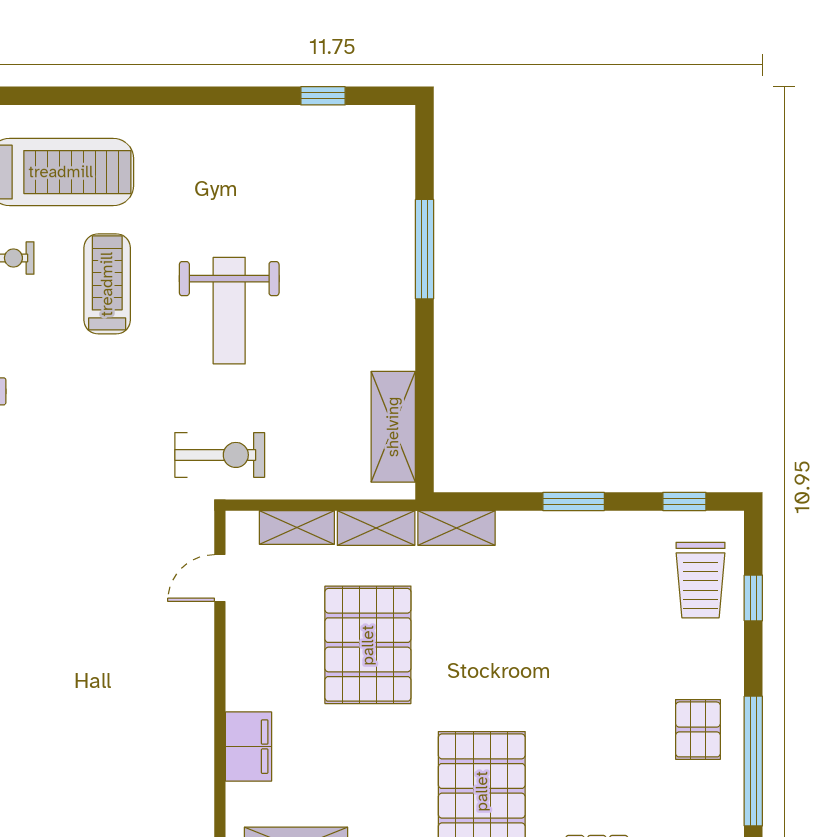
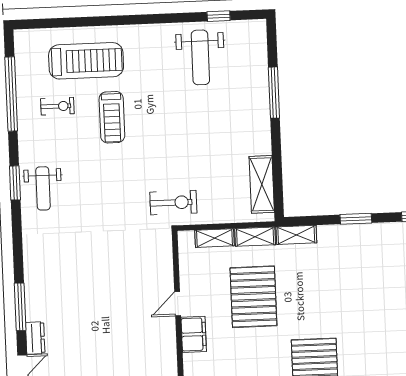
treadmill: (107, 284) -> (112, 117), turned 180
weight bench: (229, 311) -> (200, 57), moved
door: (220, 578) -> (178, 304), moved
filing cabinet: (249, 747) -> (194, 334), moved

